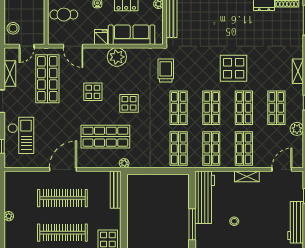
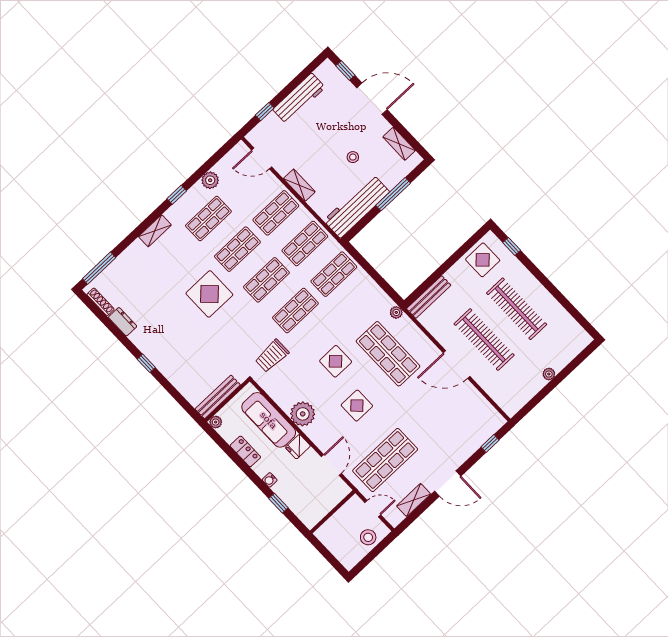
cafe table: (64, 15) -> (310, 502), removed
checkout: (21, 135) -> (462, 434), removed

